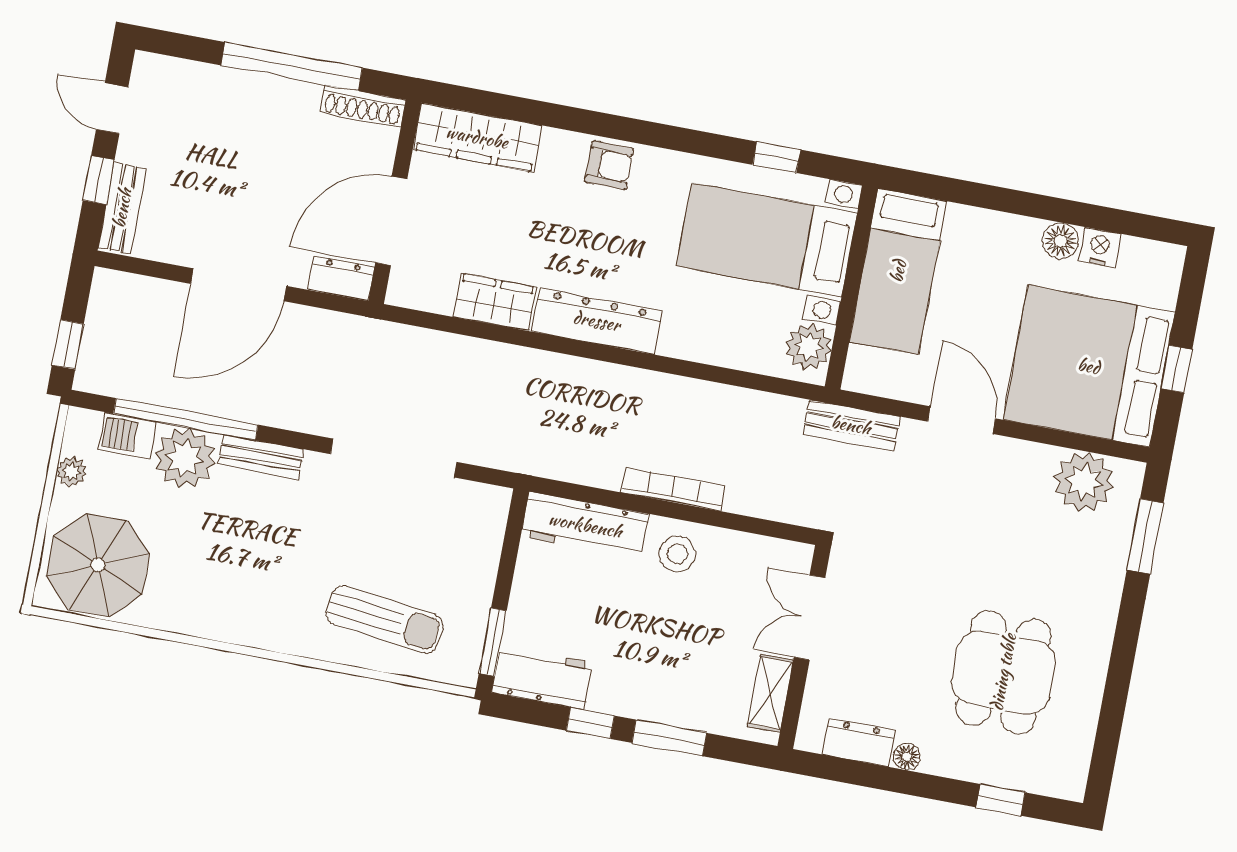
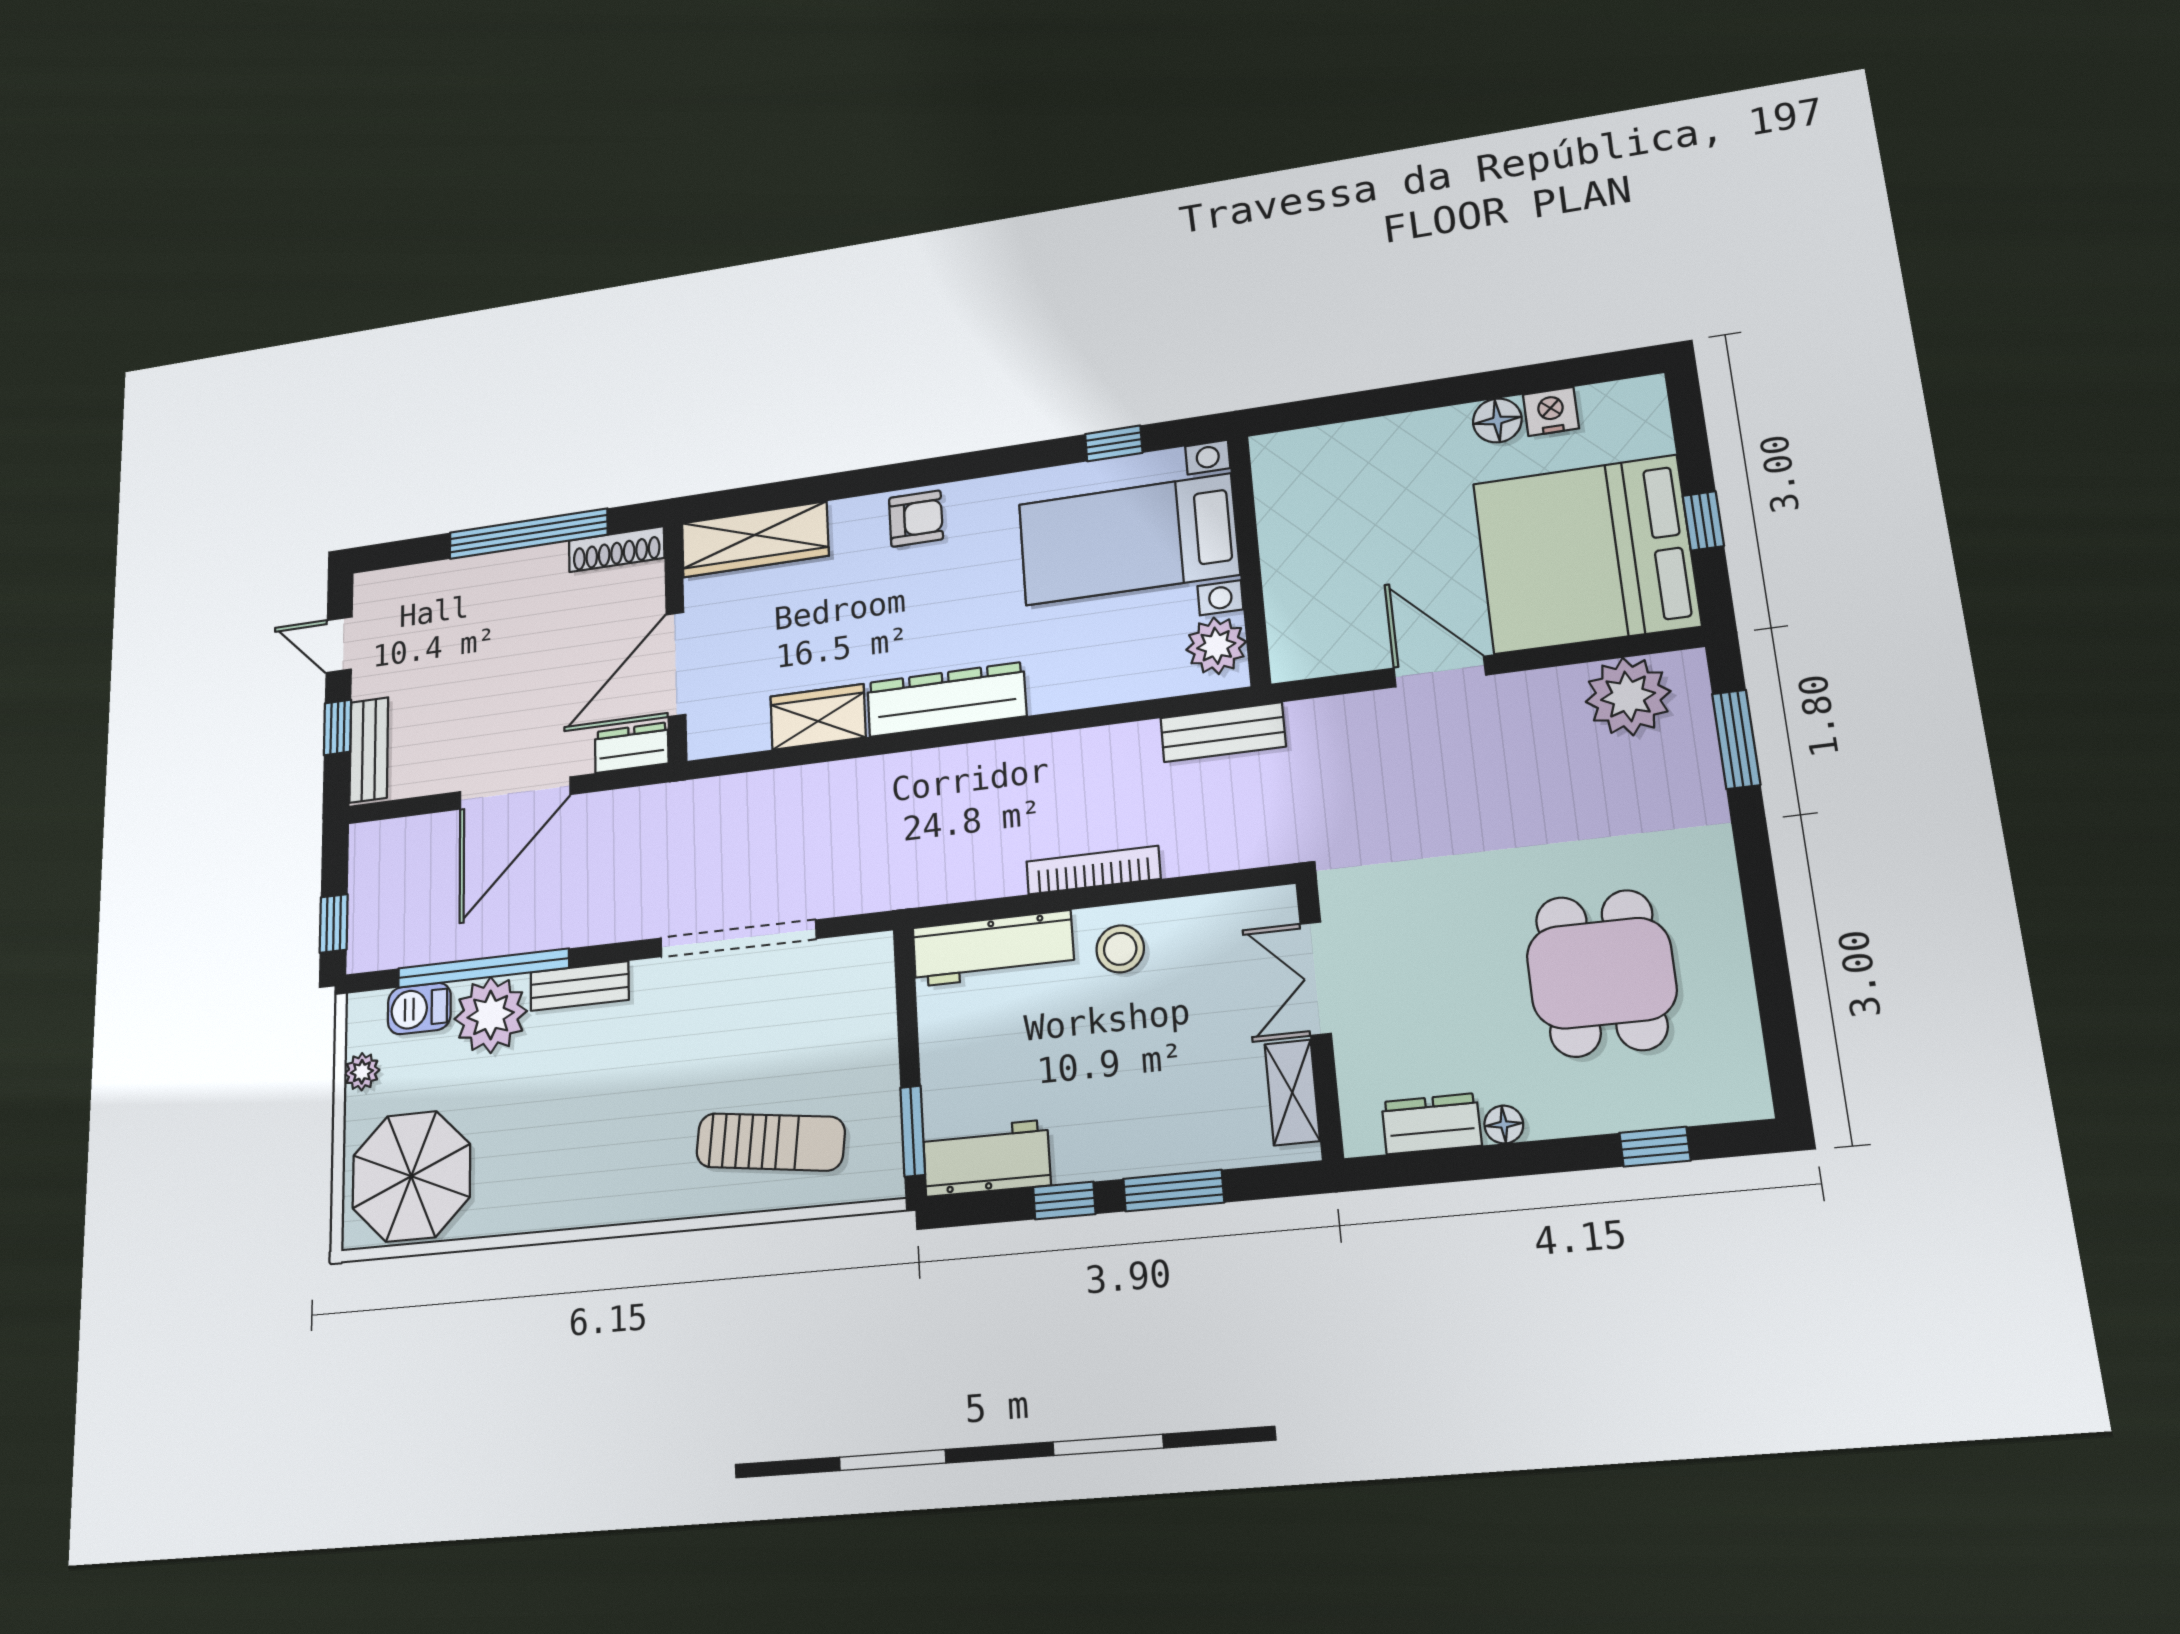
bed: (898, 271) -> (1302, 522), removed
bench: (851, 425) -> (1223, 732), moved

